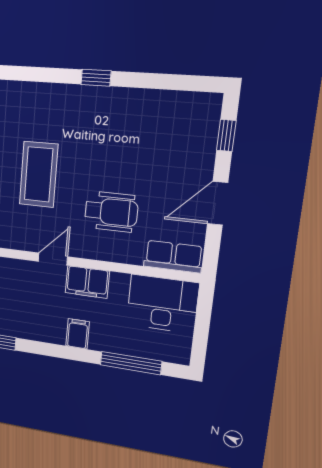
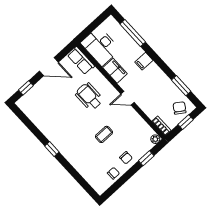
coffee table: (39, 174) -> (104, 134), width x0.54, depth x0.58
filing cabinet: (87, 282) -> (115, 71), moved

